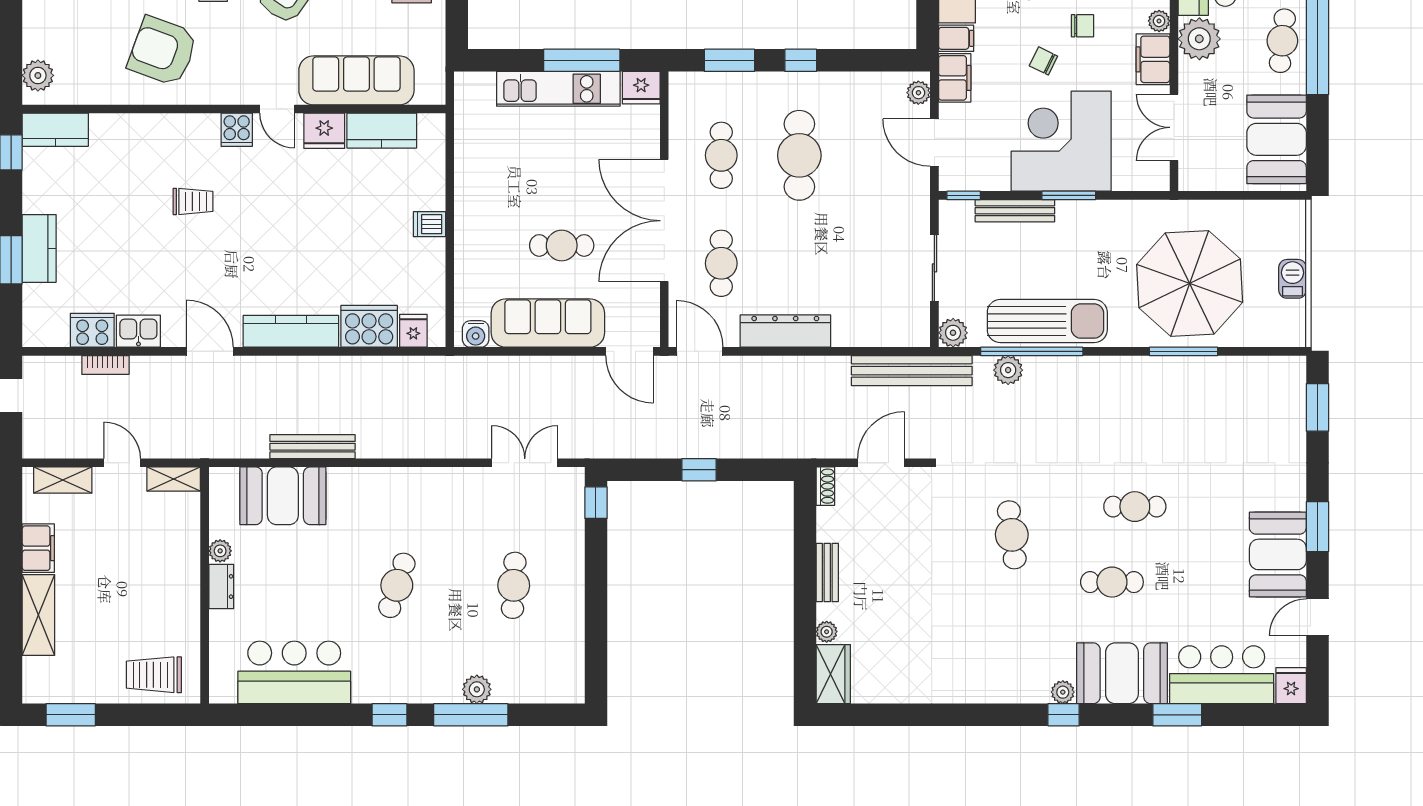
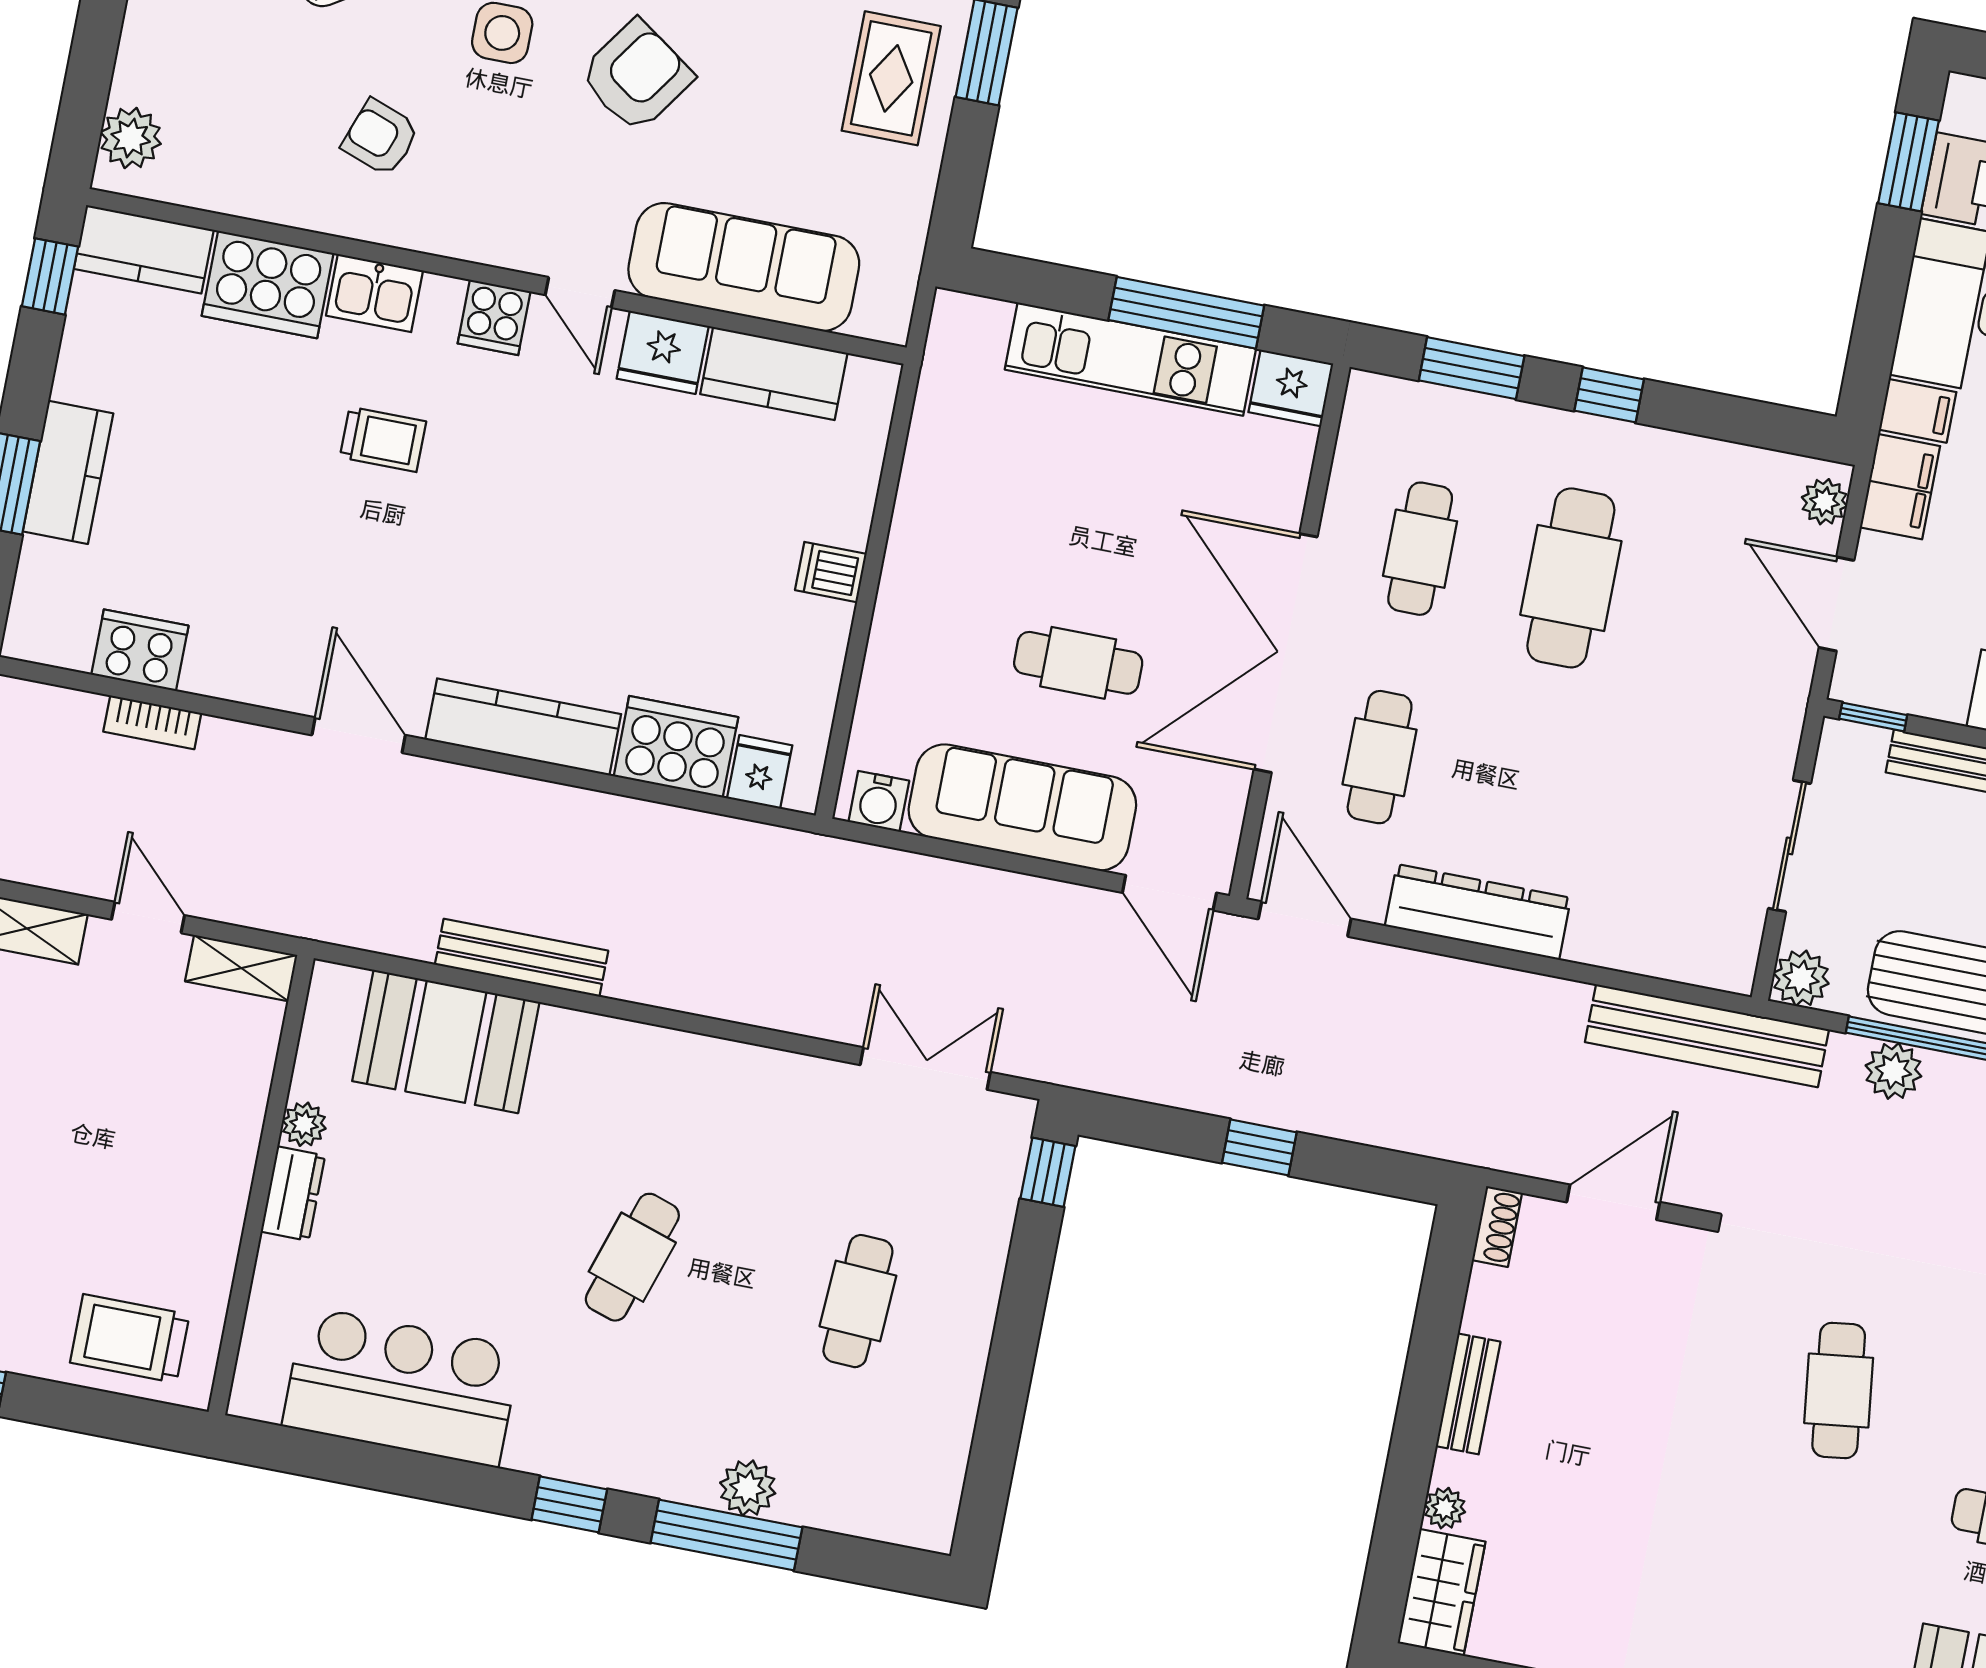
armchair: (163, 51) -> (381, 137), width x0.53, depth x0.53
cooker: (120, 135) -> (268, 284), added
kitchen sink: (138, 331) -> (375, 293), moved, turned 180

